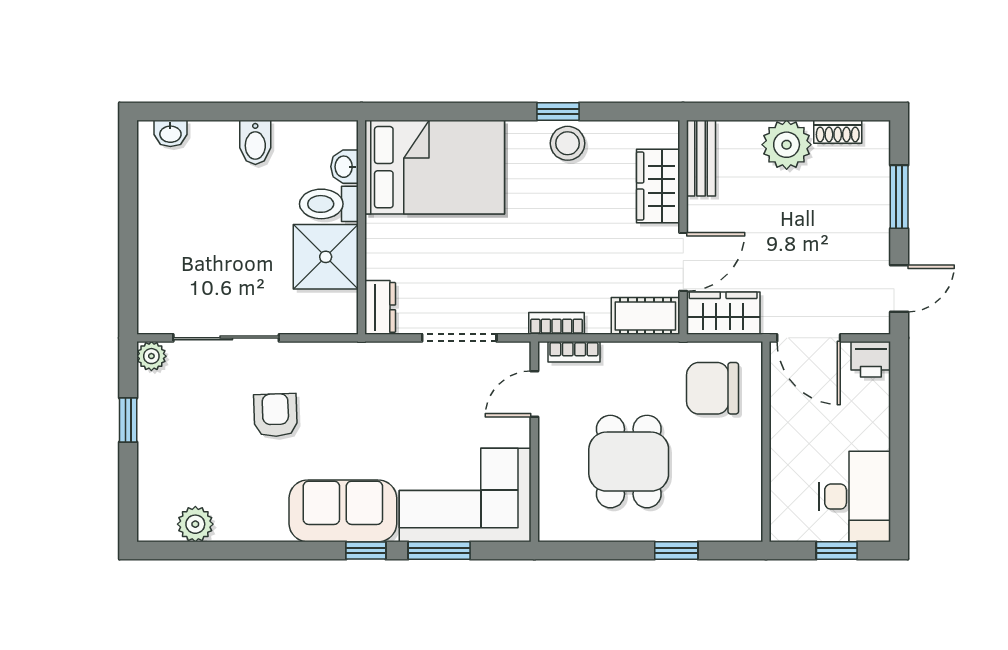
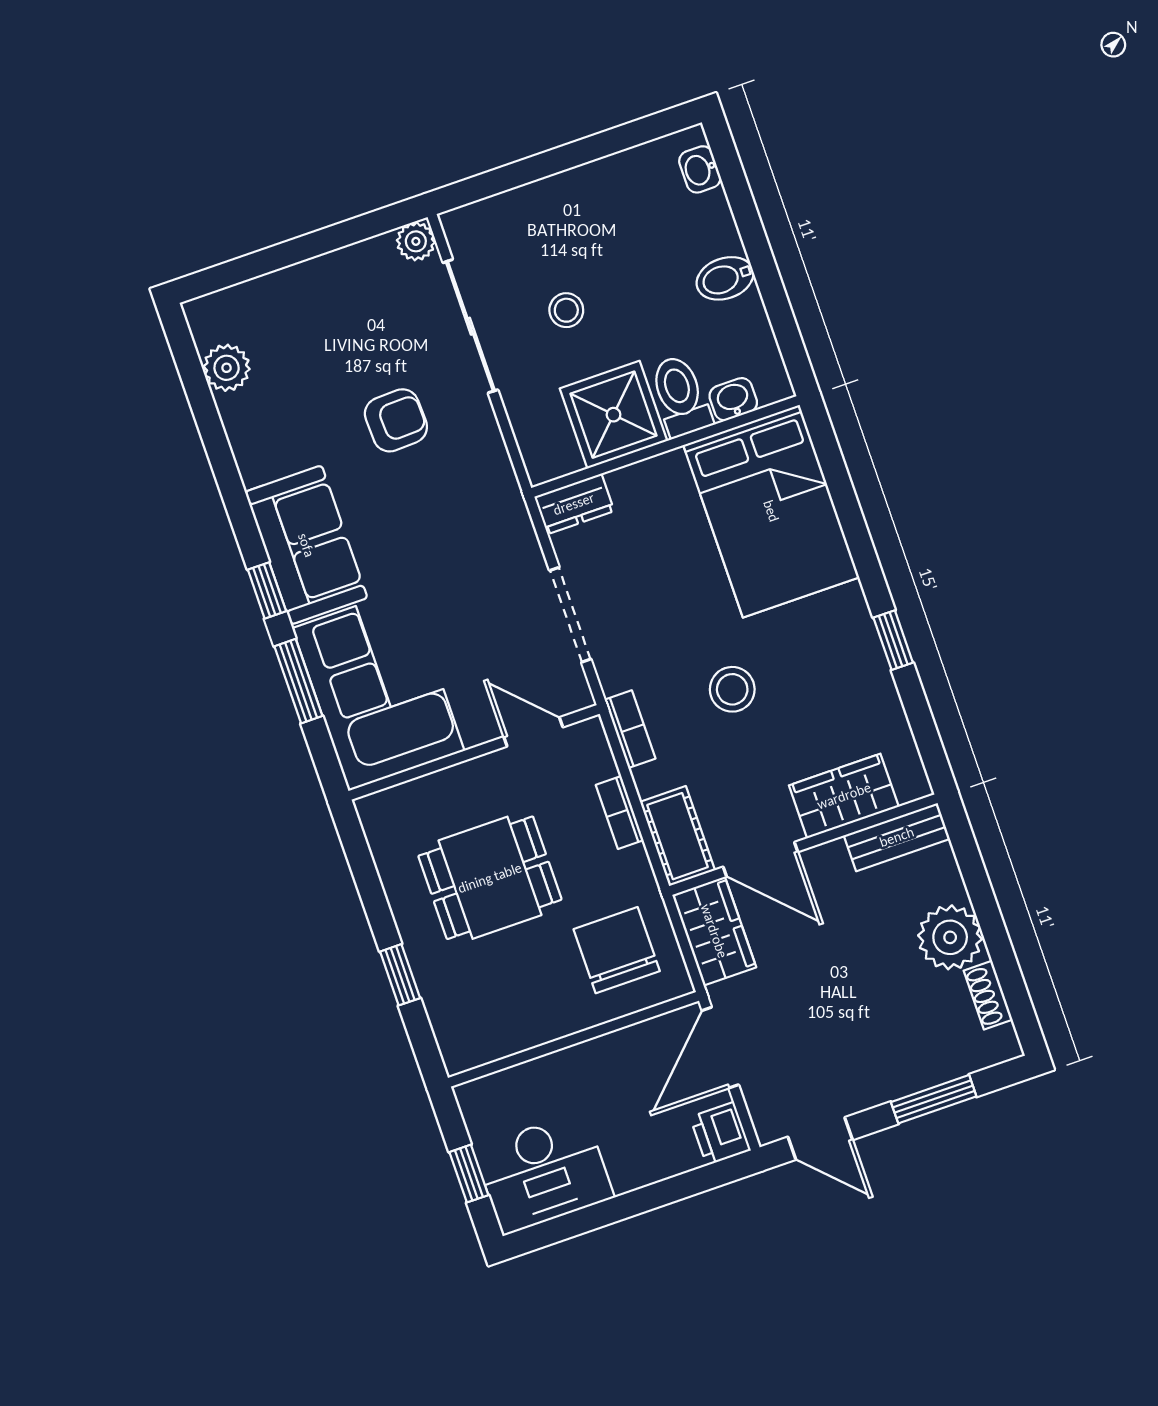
stool: (568, 143) -> (732, 689), moved
stool: (239, 265) -> (566, 310), added
bookcase: (574, 352) -> (620, 812), moved
window: (128, 420) -> (327, 240), removed

